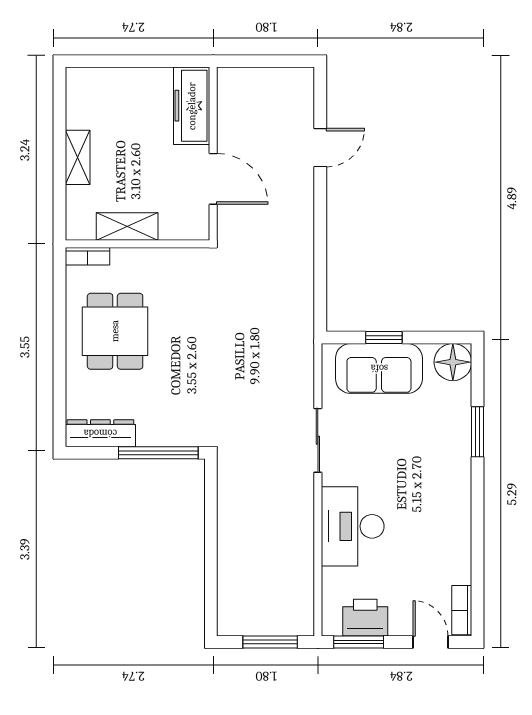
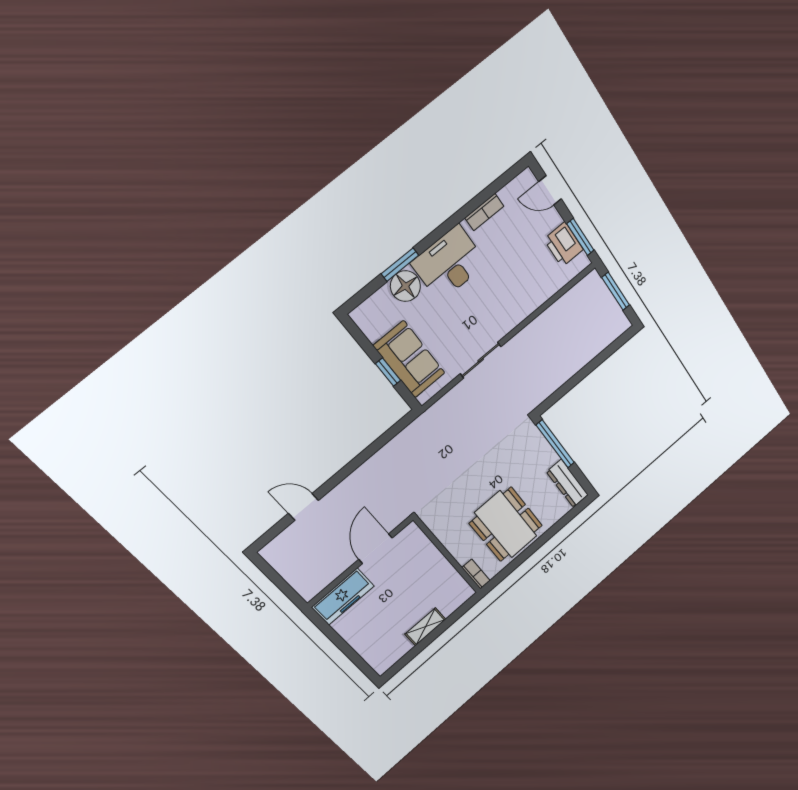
shelving: (127, 227) -> (442, 569), removed
dining table: (115, 331) -> (506, 524), width x1.38
floor lamp: (453, 362) -> (405, 286), moved
desk: (353, 526) -> (449, 263), moved, turned 180
bookcase: (462, 610) -> (484, 212), moved
door: (430, 642) -> (550, 190), hinge flipped

